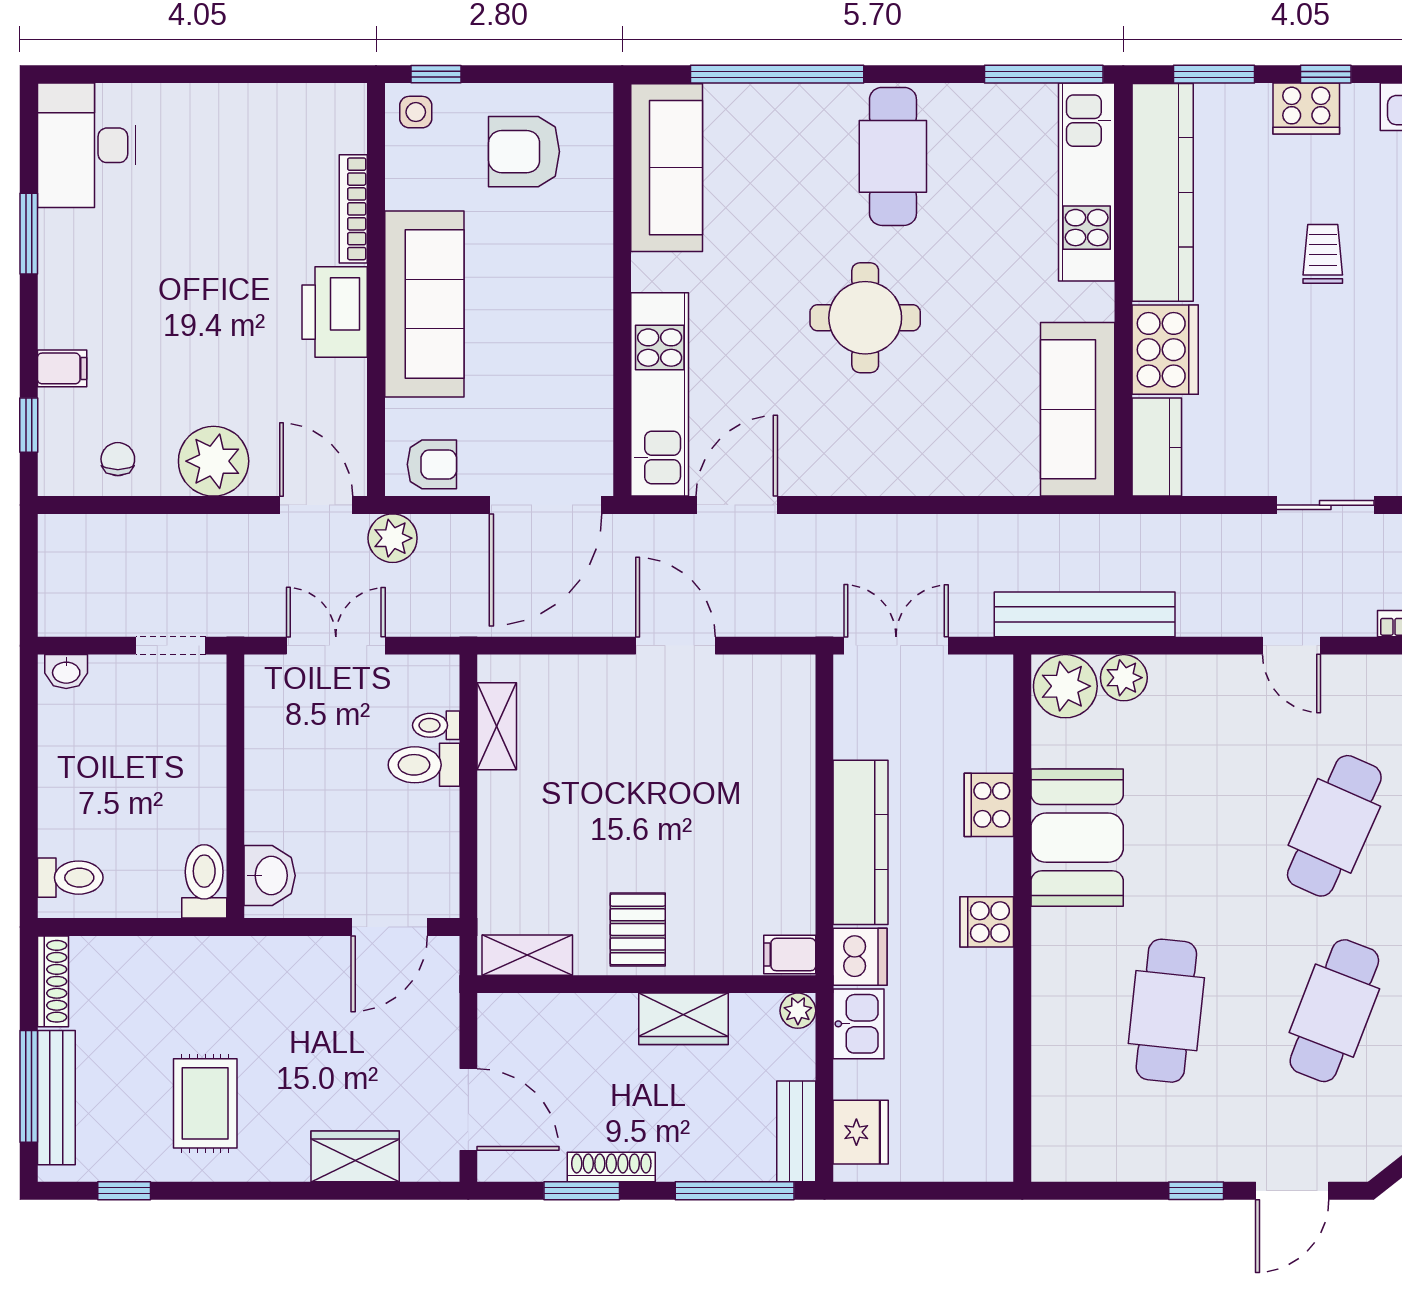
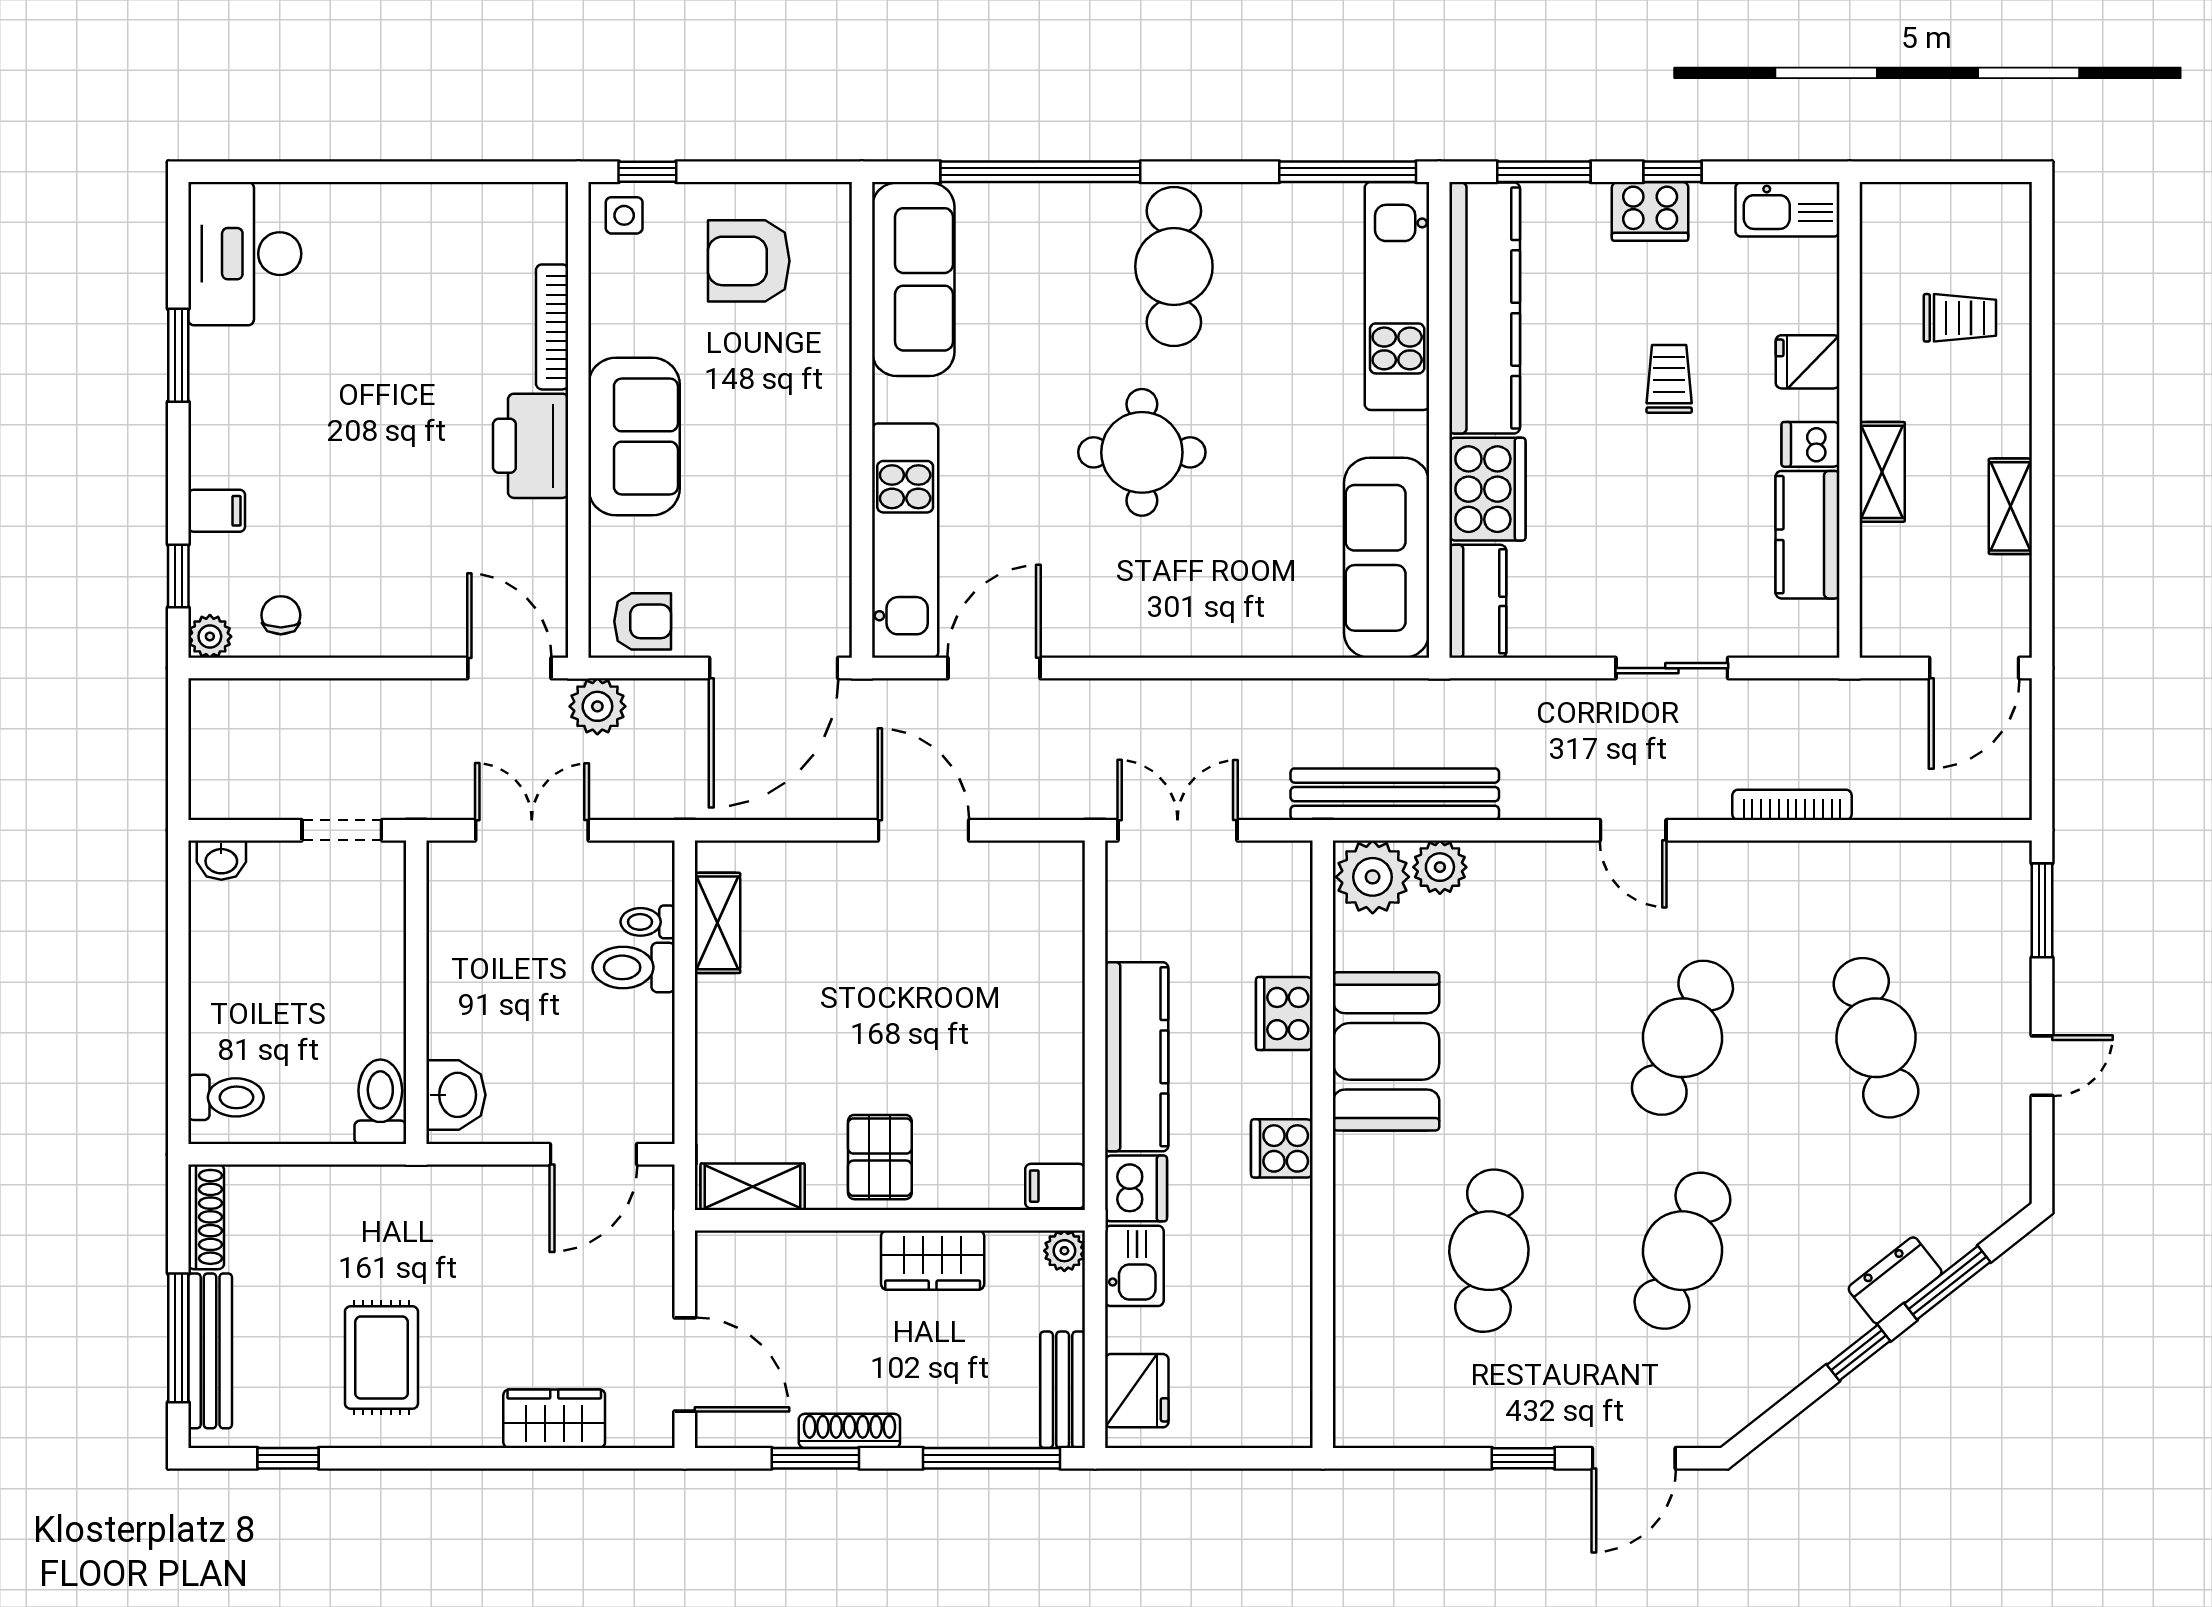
sofa: (424, 304) -> (634, 436), width x0.73
plant: (214, 461) -> (210, 636), moved, width x0.53, depth x0.53

